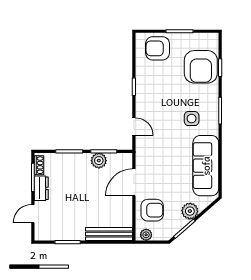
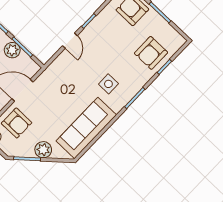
armchair: (201, 67) -> (151, 53), width x0.73, depth x0.73
door: (134, 127) -> (70, 41), moved

